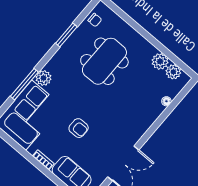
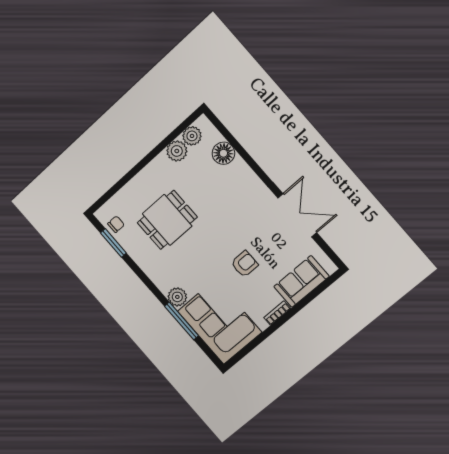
window: (66, 35) -> (113, 243), moved
dining table: (104, 61) -> (167, 220), width x0.73
floor lamp: (166, 101) -> (223, 153), width x1.89, depth x1.89

